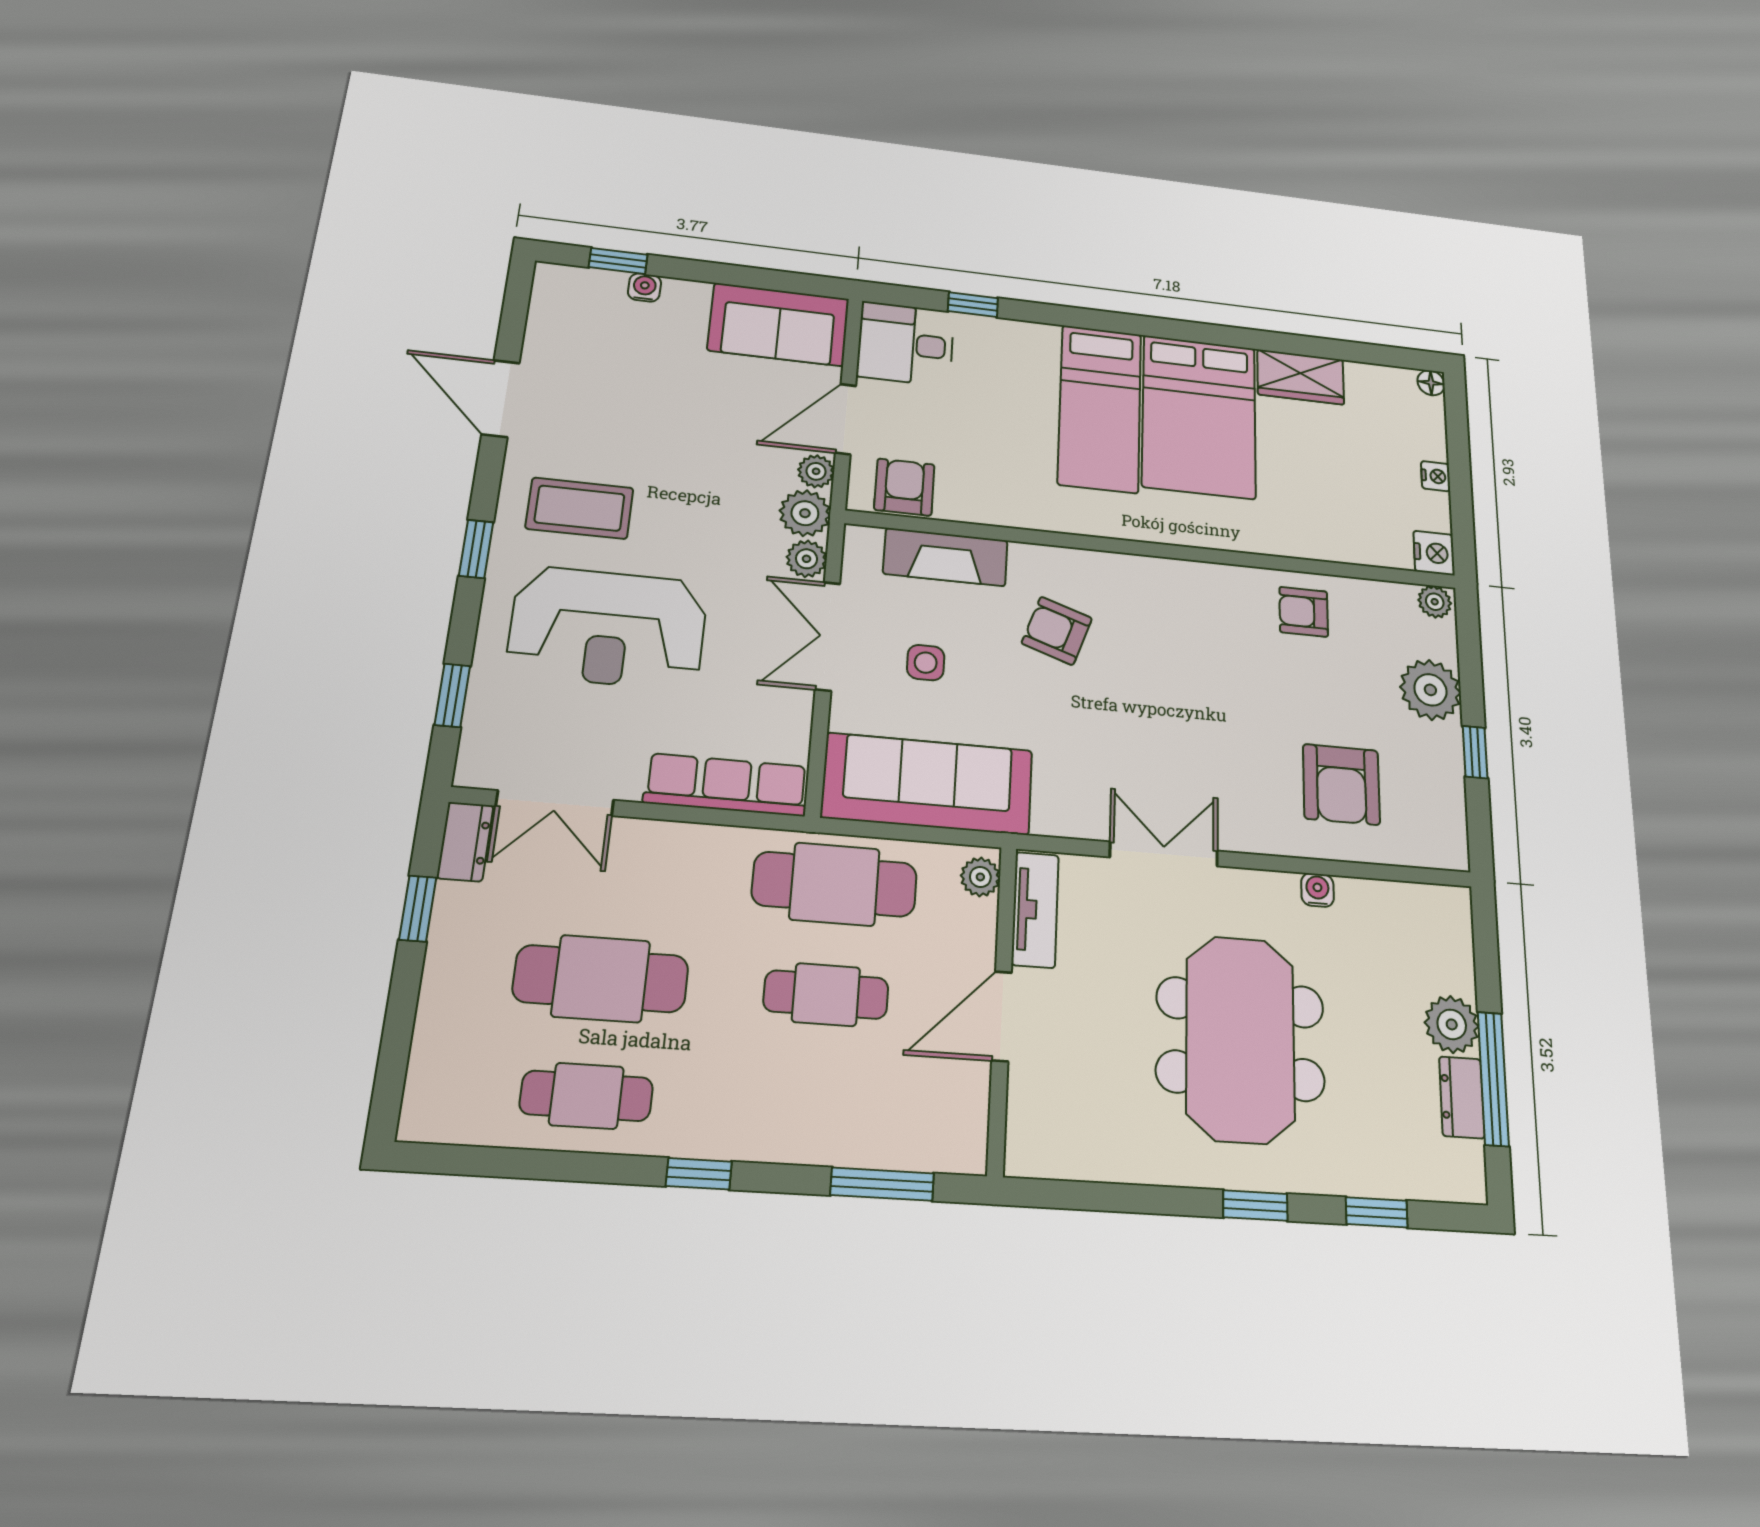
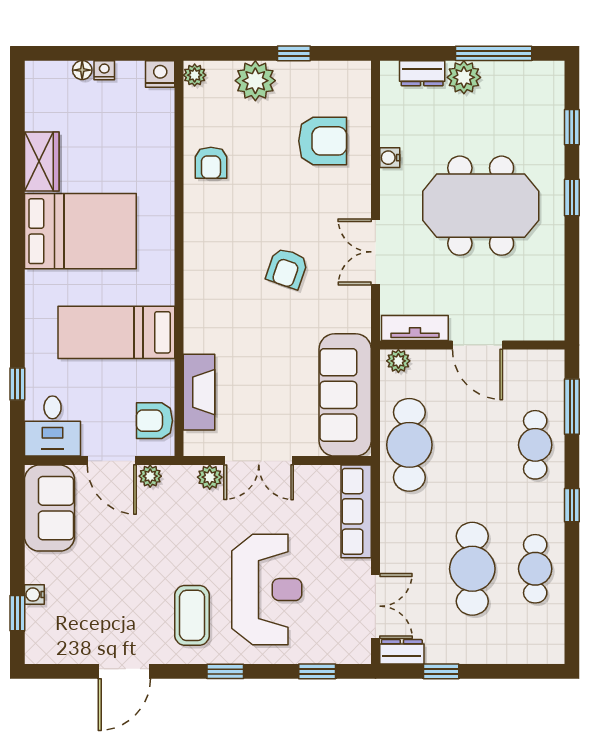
floor lamp: (1431, 383) -> (82, 70), moved
bed: (1100, 408) -> (116, 332), moved, turned 180
plant: (805, 513) -> (179, 481), removed
armchair: (1057, 631) -> (287, 268), moved
side table: (926, 663) -> (270, 400), removed
cafe table: (826, 995) -> (535, 445), moved
dresser: (1462, 1097) -> (422, 73), moved

